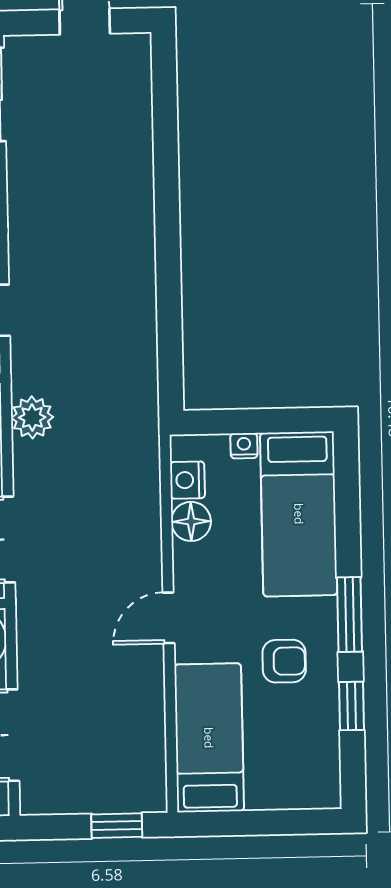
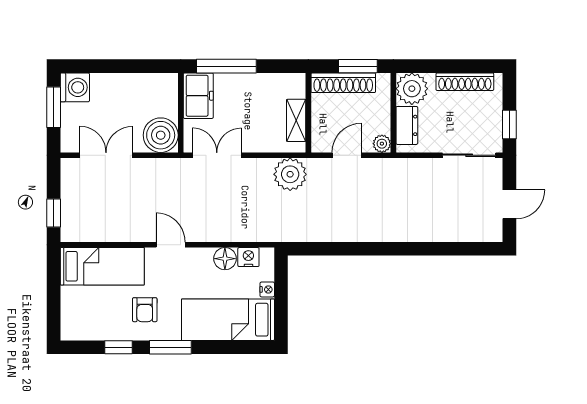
plant: (32, 417) -> (290, 174), width x1.36, depth x1.36

